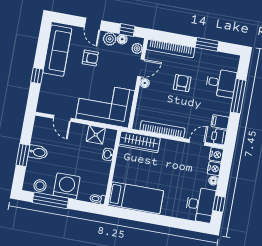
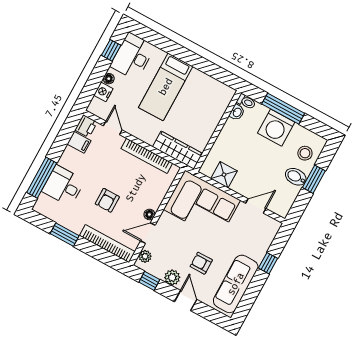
floor lamp: (122, 39) -> (158, 272), removed
window: (238, 96) -> (42, 178), moved
door: (62, 118) -> (256, 206), hinge flipped
door: (197, 142) -> (113, 128), swing flipped
washbasin: (108, 154) -> (237, 112), moved
nightstand: (216, 155) -> (96, 107), removed
stool: (40, 186) -> (305, 153), moved
bed: (136, 198) -> (166, 87), moved, turned -90
window: (51, 200) -> (283, 109), moved

